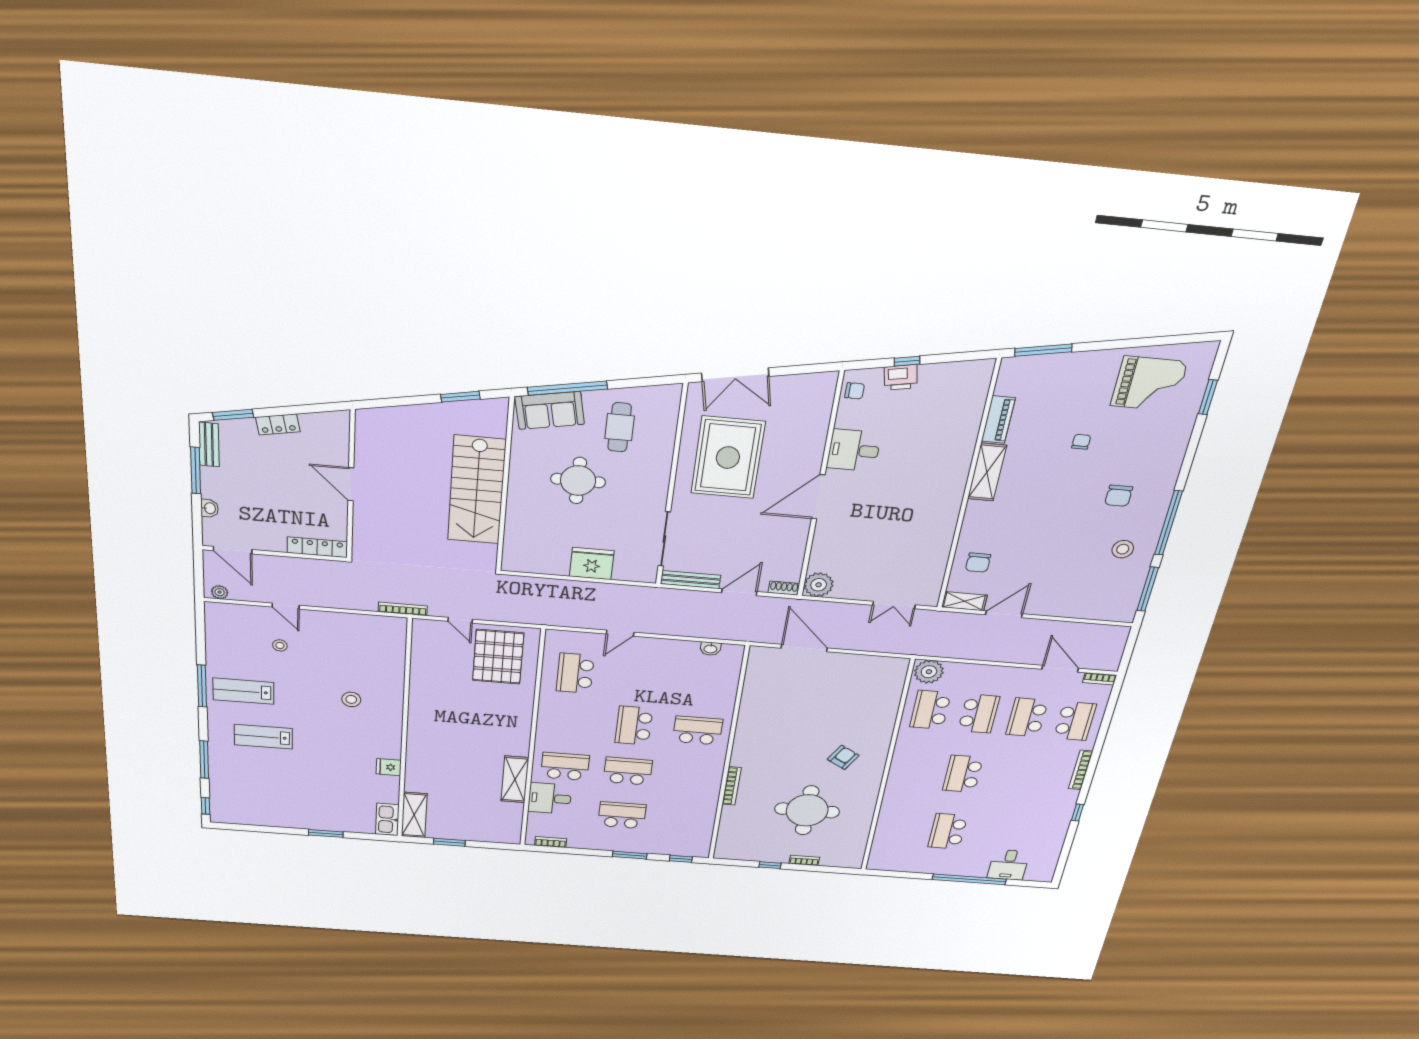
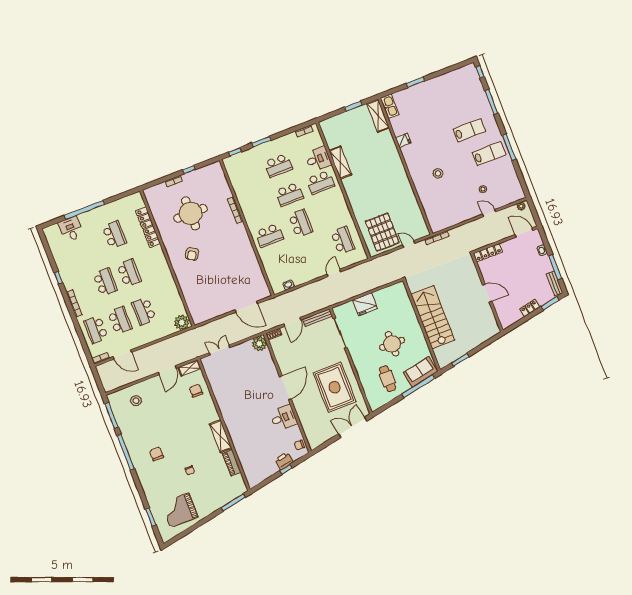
stool: (1123, 549) -> (136, 401), moved
school desk: (930, 710) -> (105, 282), moved
locker: (888, 820) -> (148, 227), added

